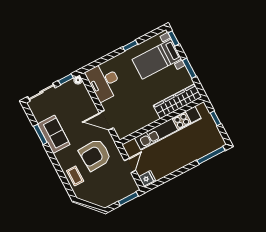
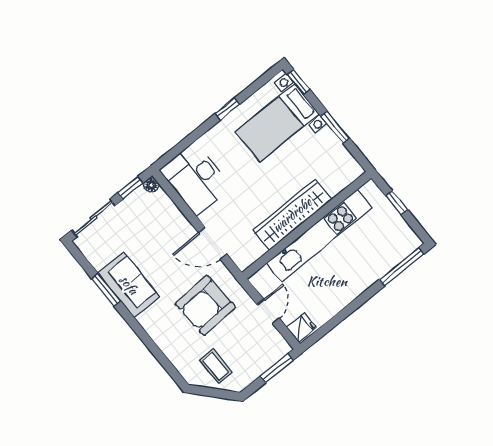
wardrobe: (177, 101) -> (292, 215), moved
coffee table: (75, 176) -> (216, 366), moved

